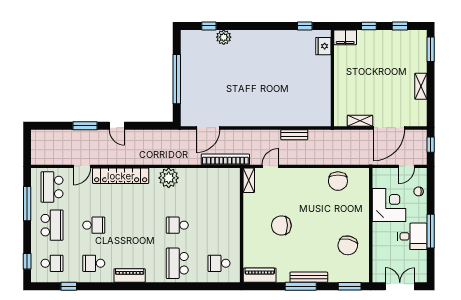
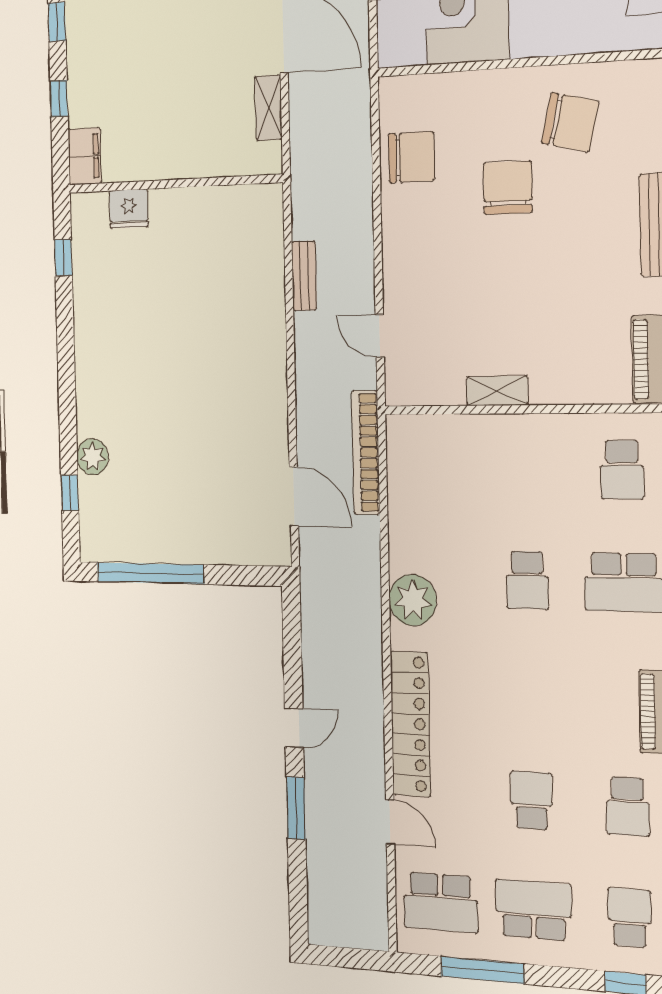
fridge: (323, 46) -> (129, 209), moved
window: (177, 79) -> (150, 573), moved
shelving: (249, 180) -> (497, 391), moved
chair: (281, 225) -> (508, 188), moved, turned 180

